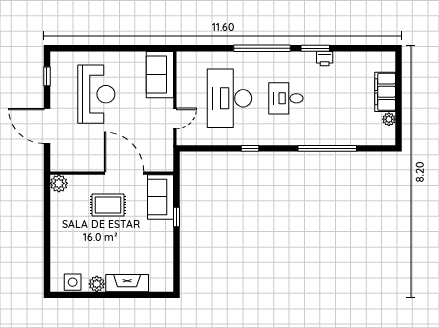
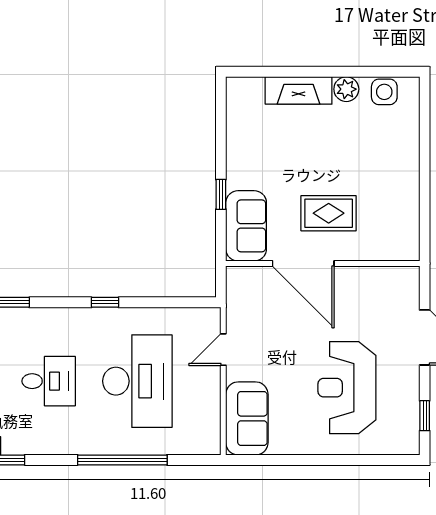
window: (262, 48) -> (122, 460), moved
plant: (59, 183) -> (406, 247), removed

